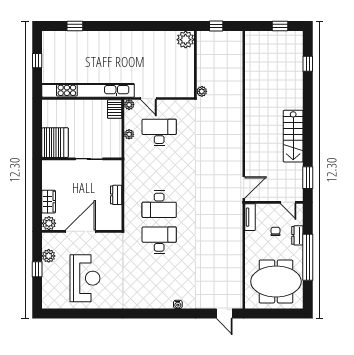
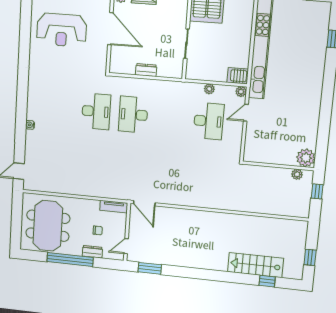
plant: (202, 91) -> (297, 174), moved
stairs: (293, 136) -> (255, 265), moved

